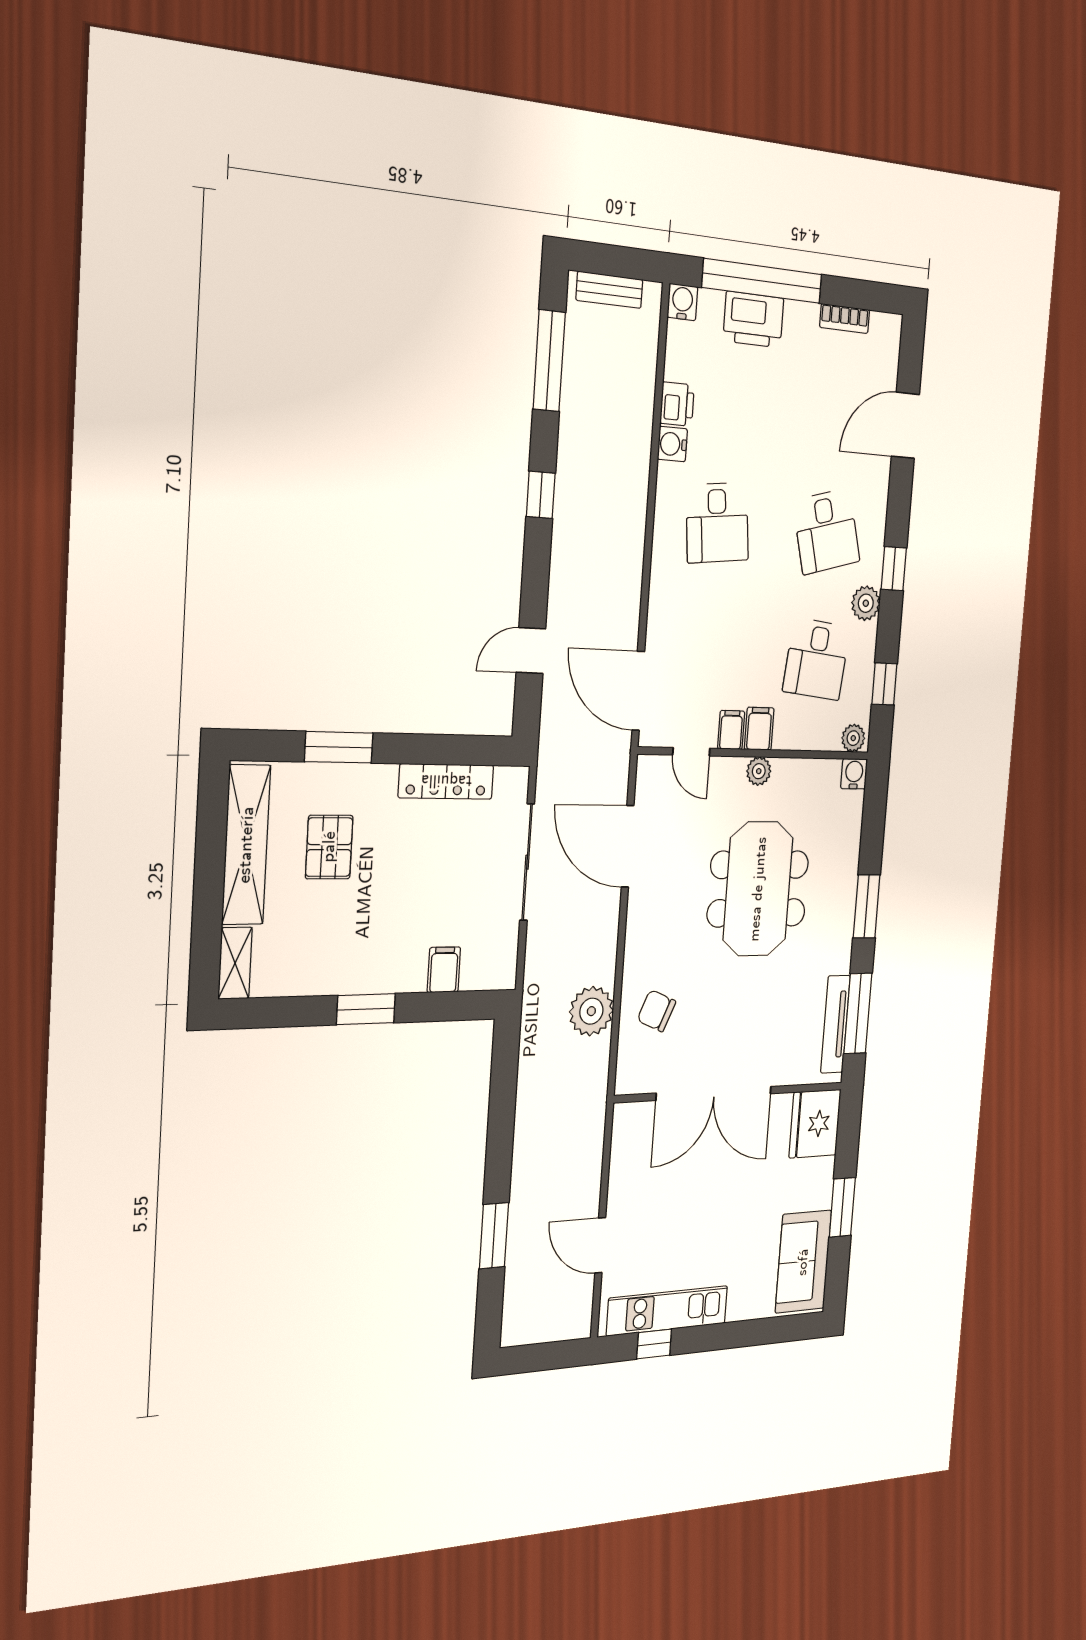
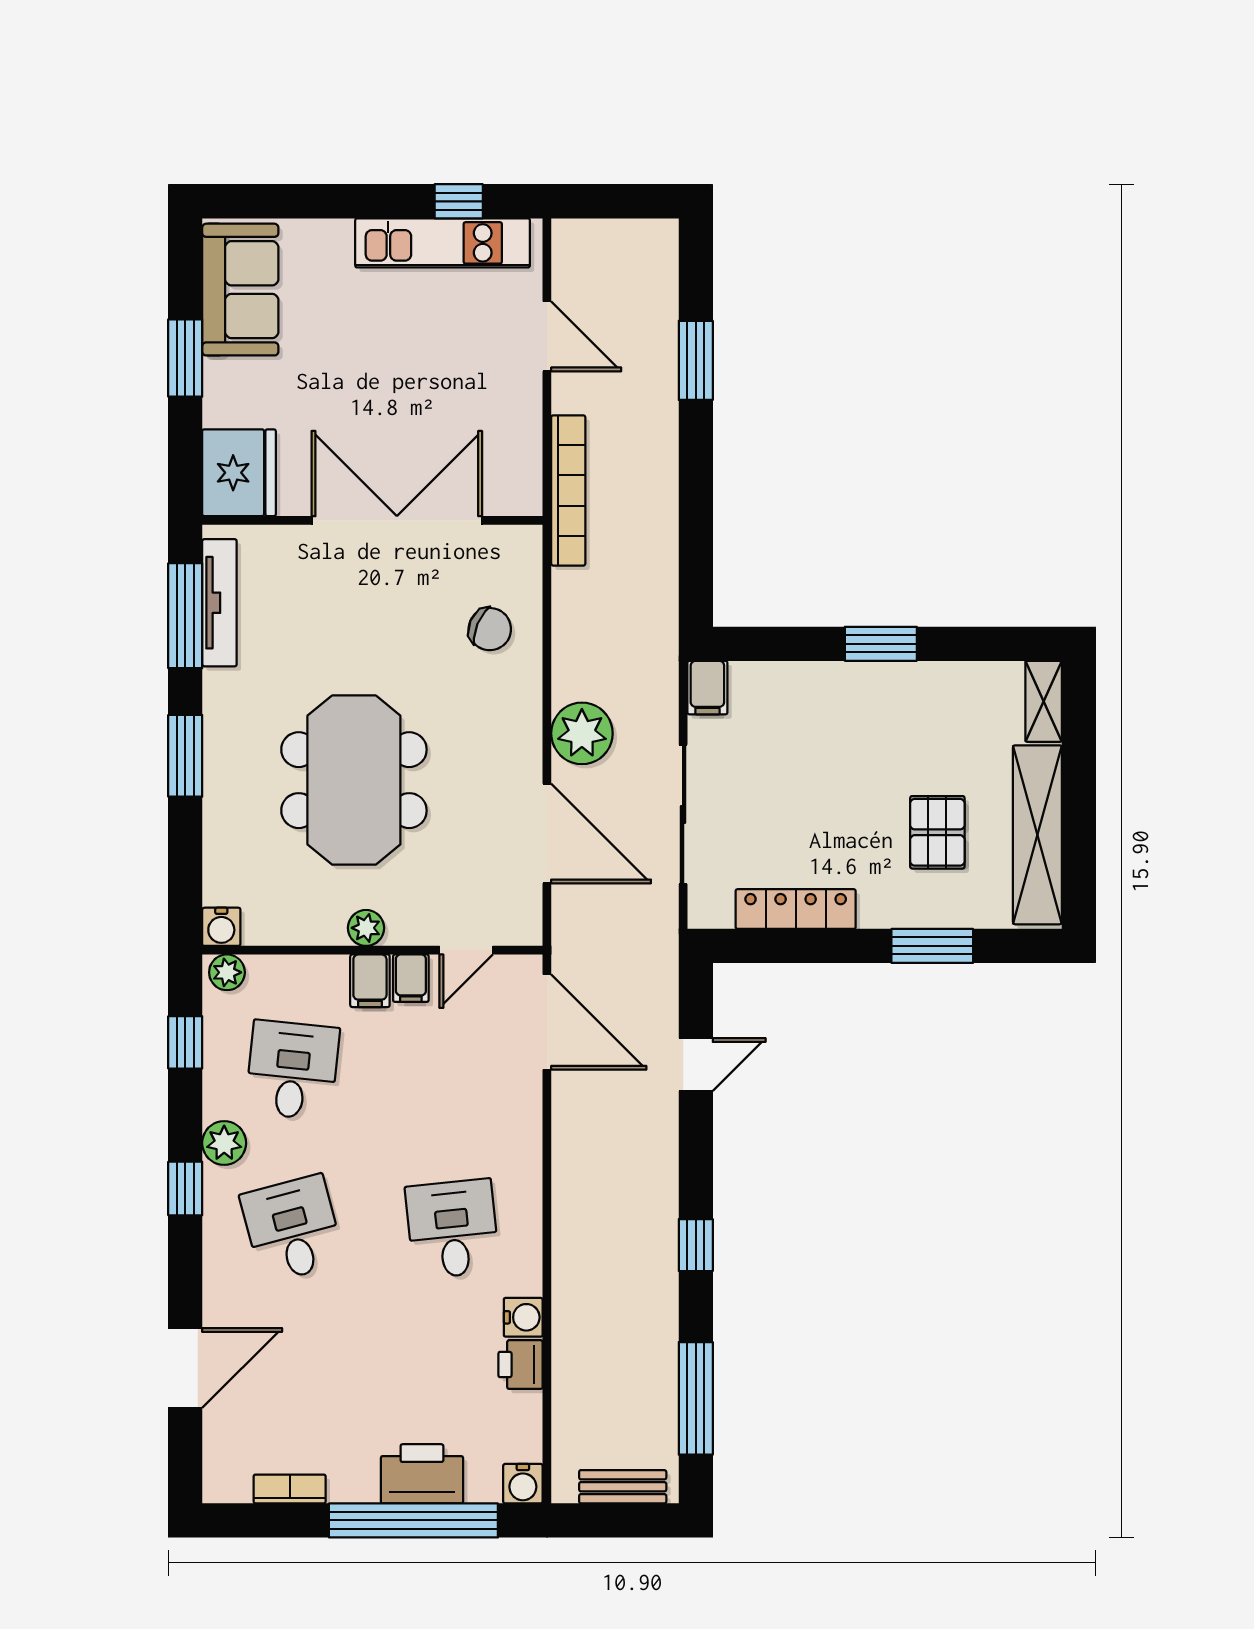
door: (691, 752) -> (466, 950), swing flipped
filing cabinet: (444, 970) -> (707, 688), moved
plant: (591, 1011) -> (582, 733), moved
bookcase: (594, 1124) -> (568, 490), added

